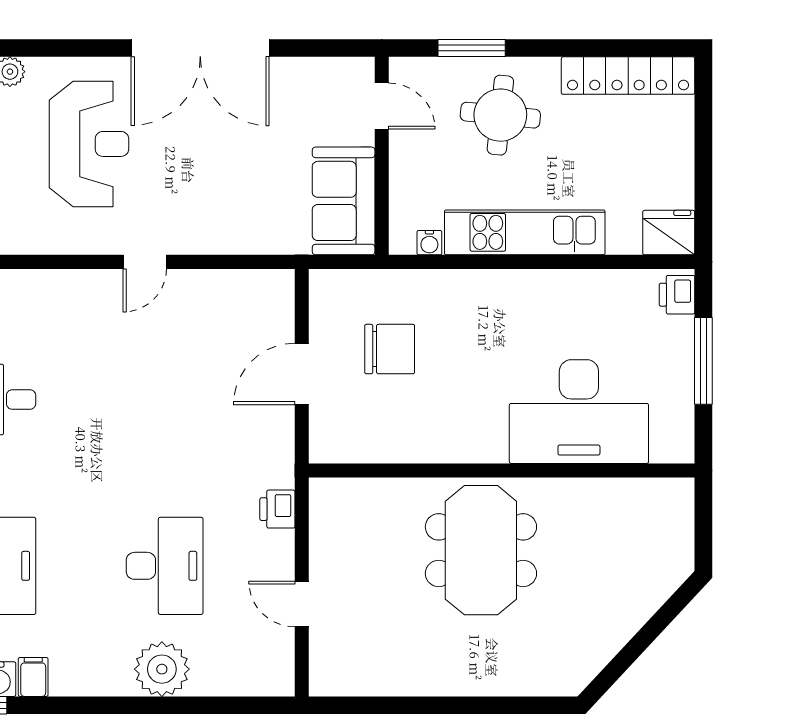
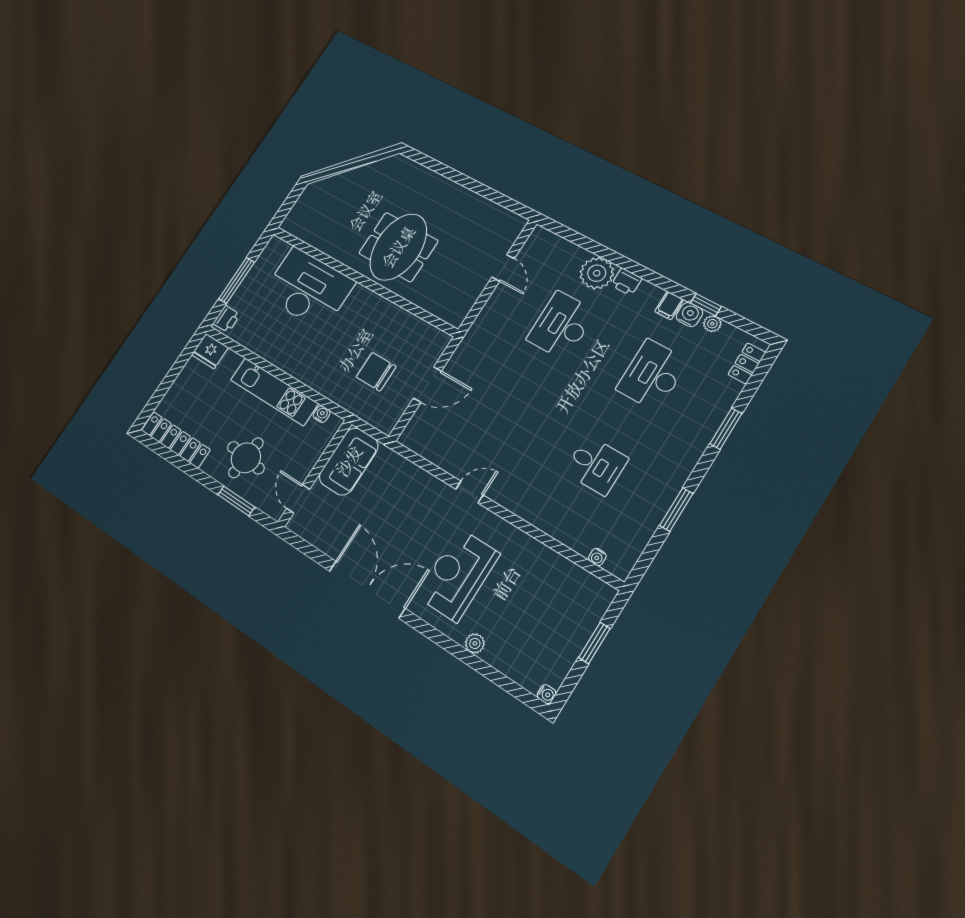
printer: (277, 509) -> (626, 282), moved, turned 90

